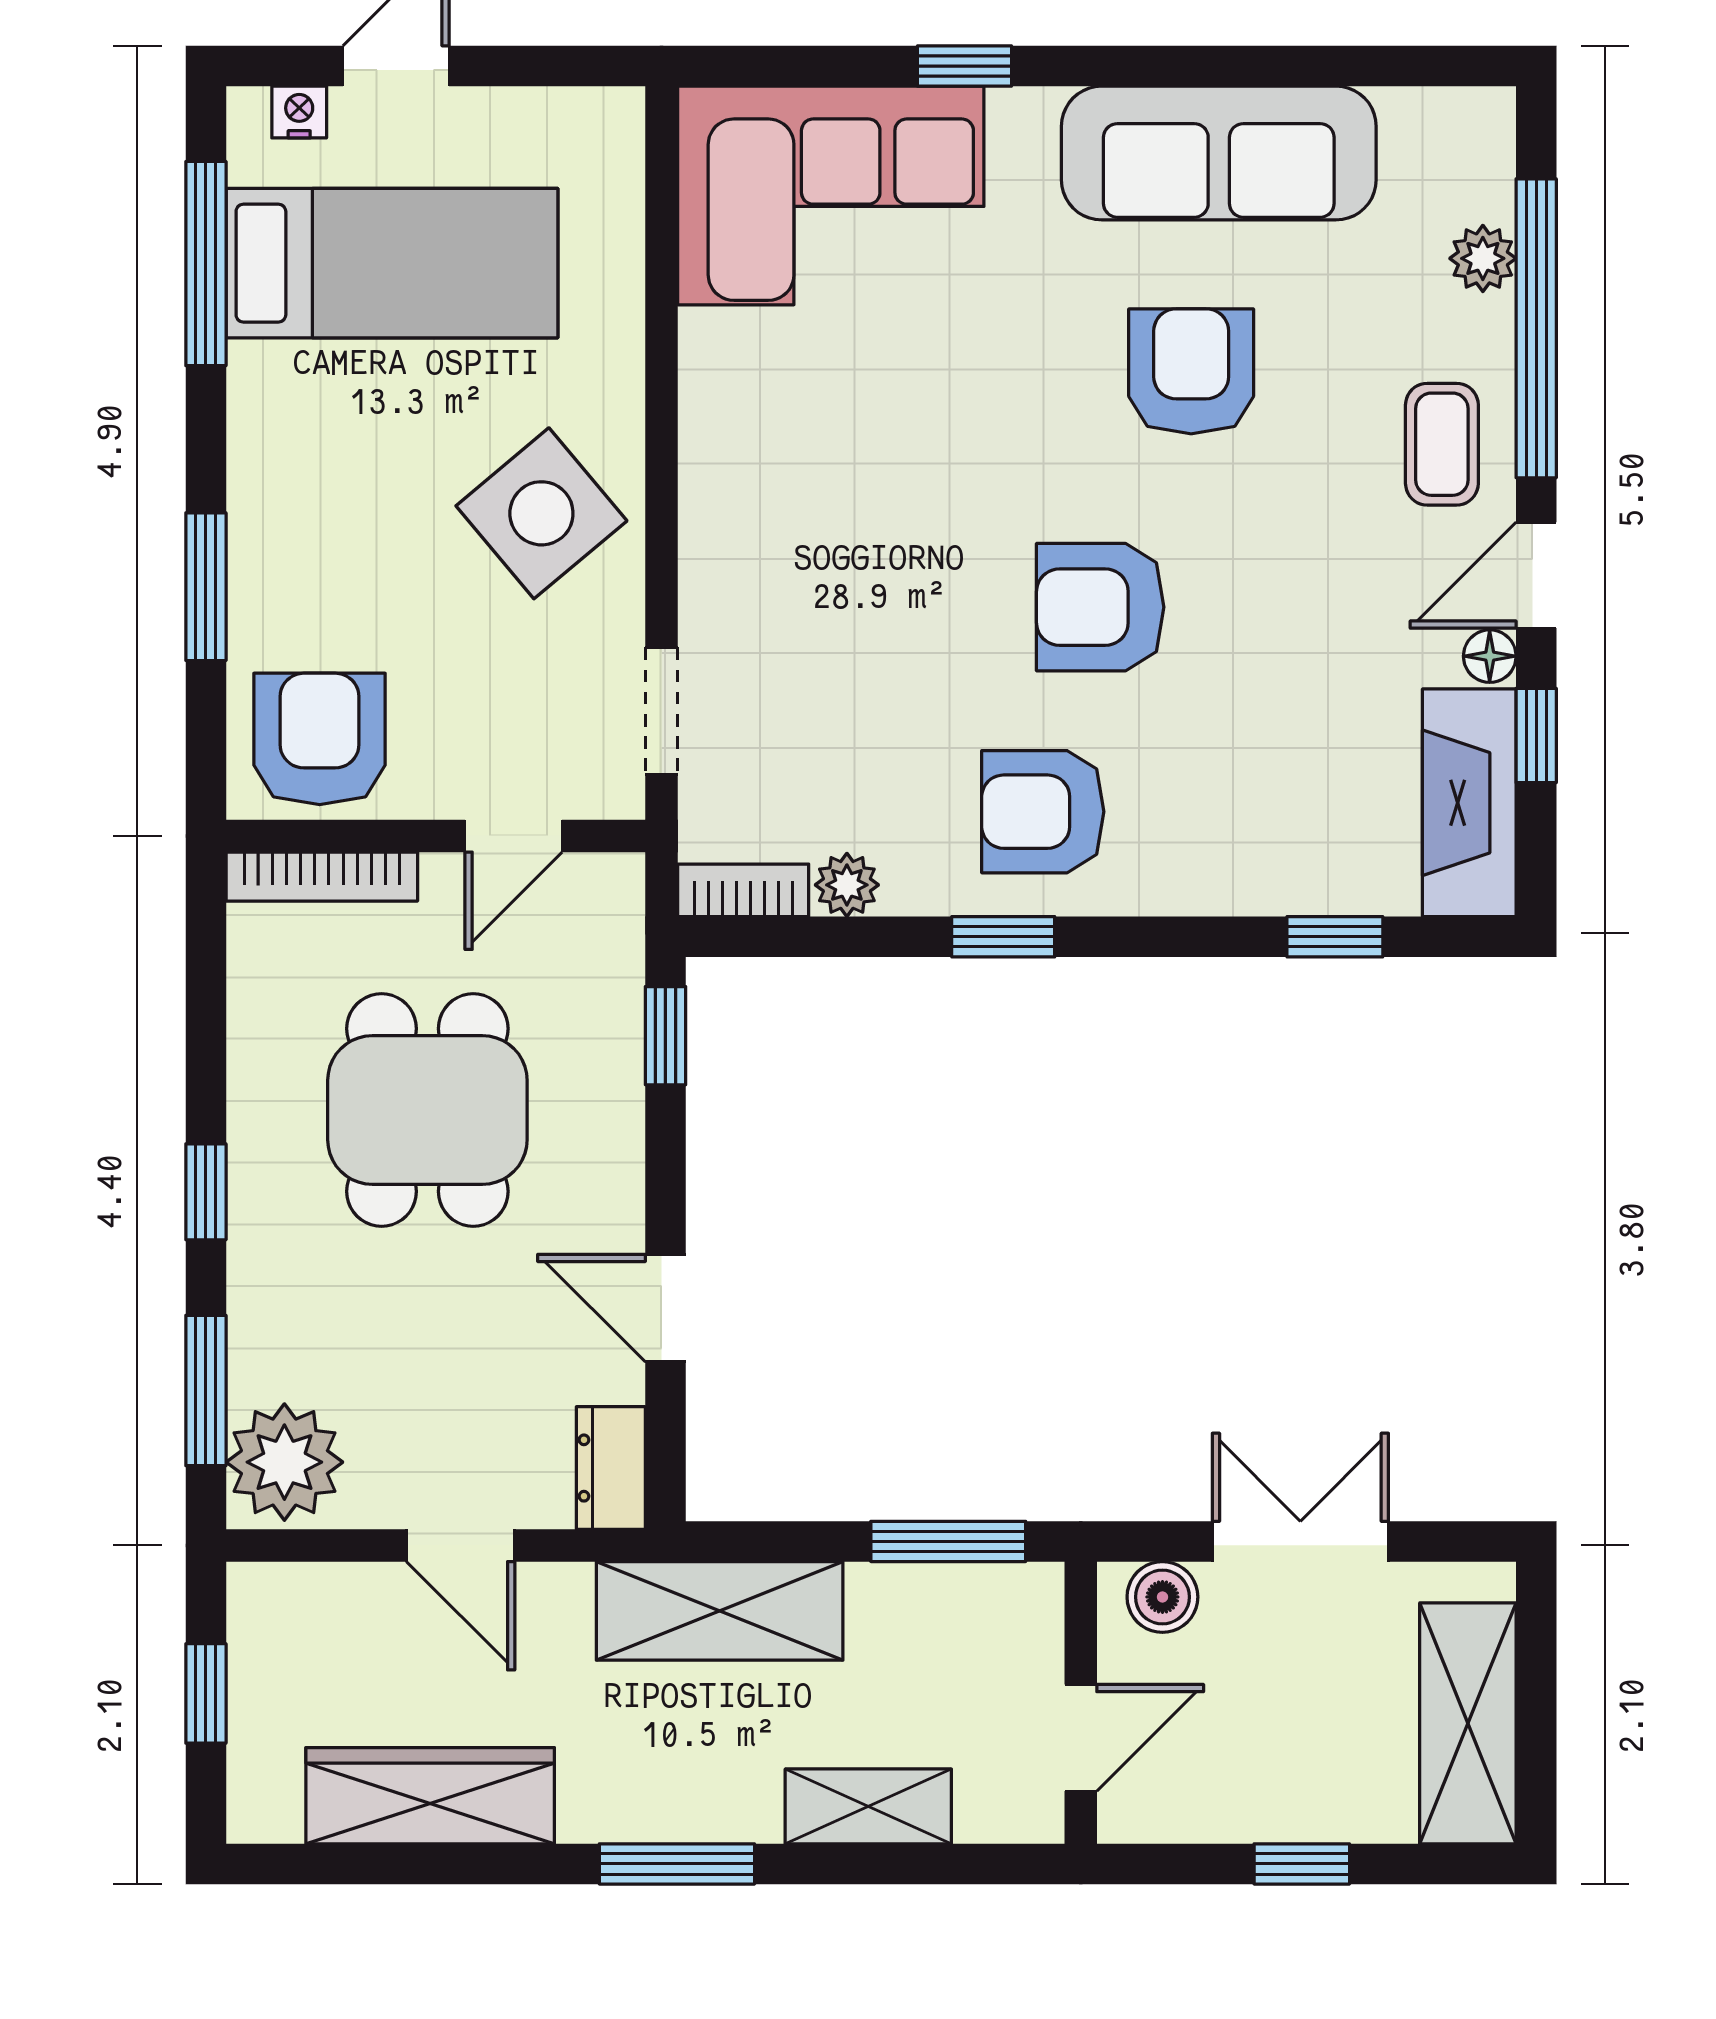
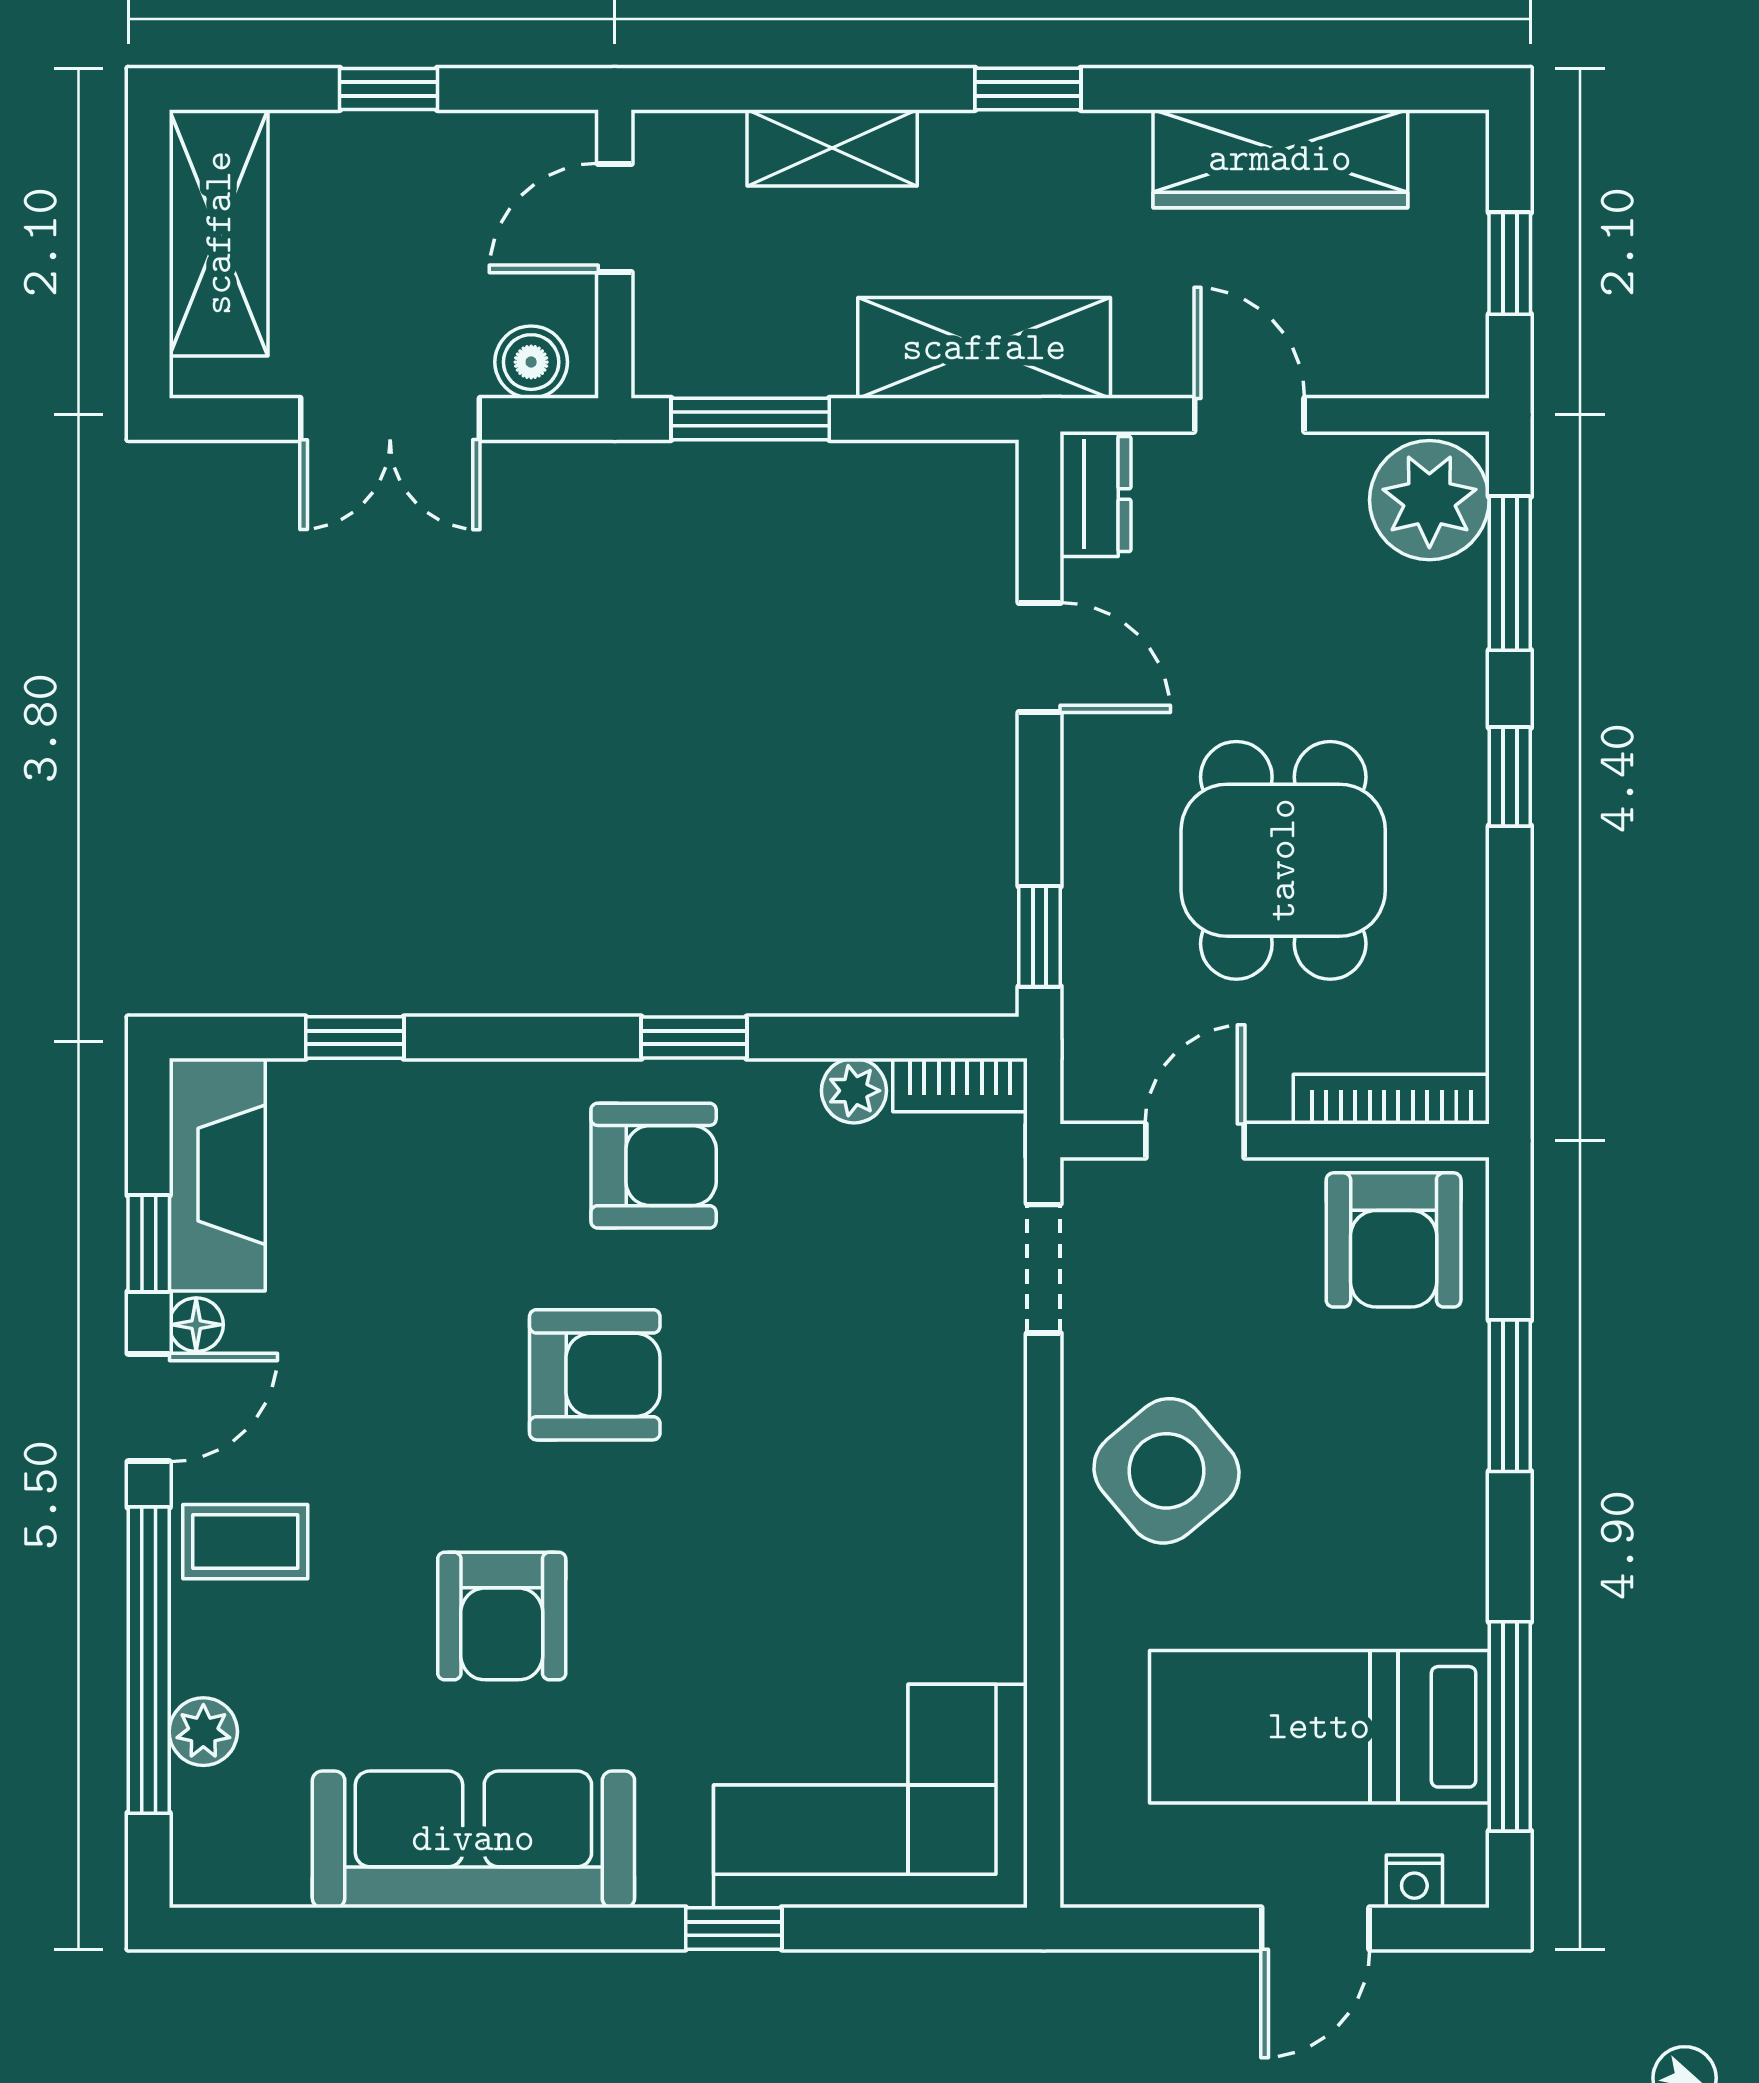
coffee table: (1442, 444) -> (245, 1542), turned 90
window: (677, 1864) -> (1028, 89), width x0.67

